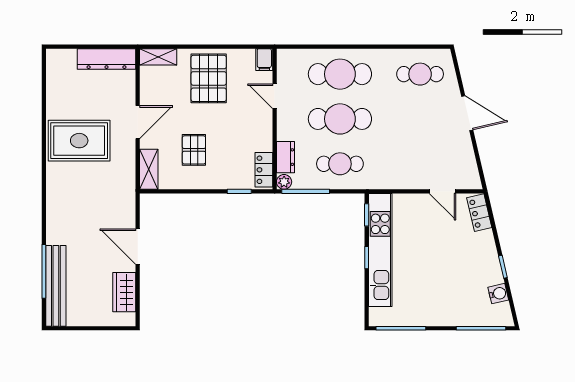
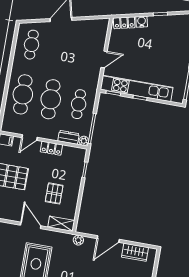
pallet: (194, 150) -> (54, 193), turned 90
locker: (264, 170) -> (51, 148), moved
door: (442, 191) -> (104, 59), moved
plant: (128, 200) -> (78, 240), added
water cooler: (498, 294) -> (142, 22), moved

